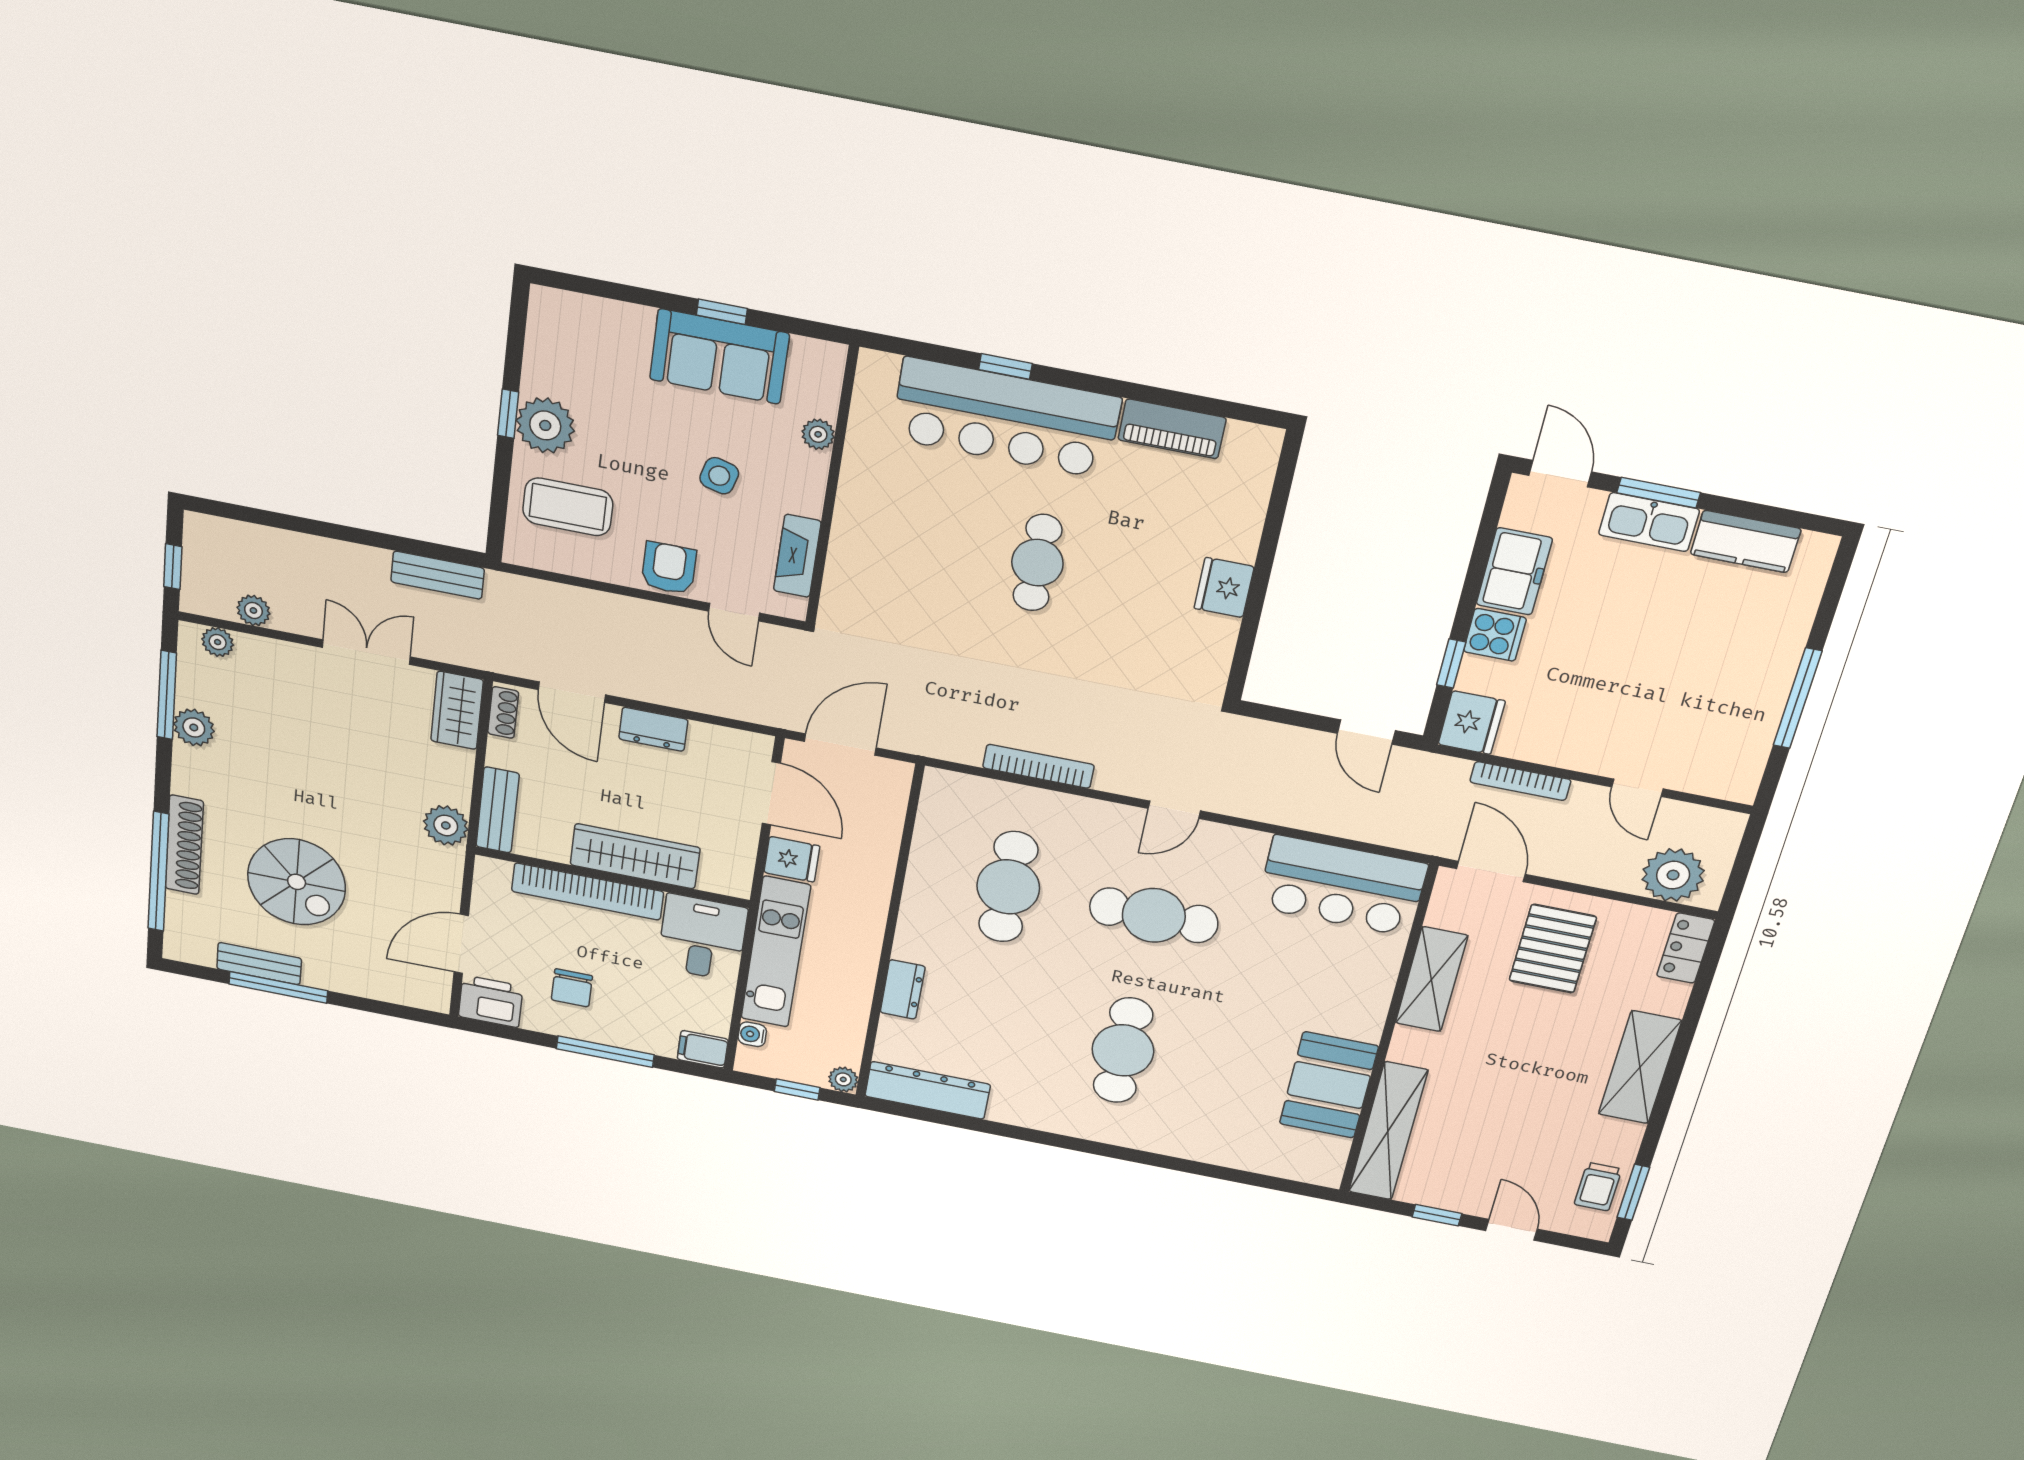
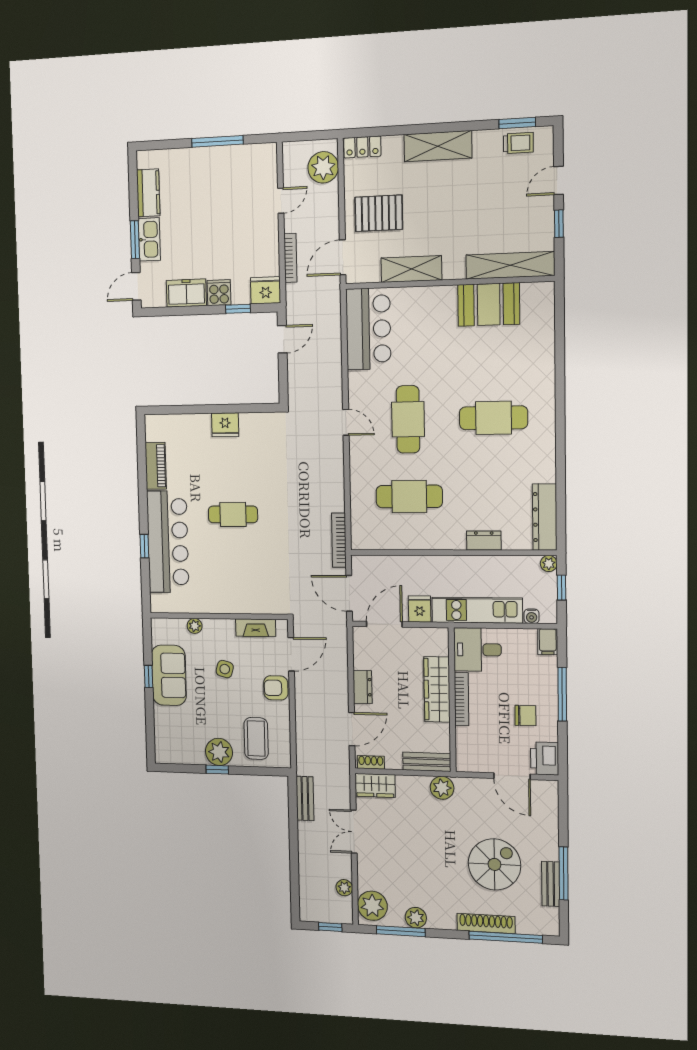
door: (734, 612) -> (291, 654), width x1.38
plant: (218, 642) -> (372, 906), width x1.88, depth x1.88
bookcase: (1038, 766) -> (339, 540), moved
bookcase: (588, 891) -> (462, 699), width x0.68, depth x0.76

